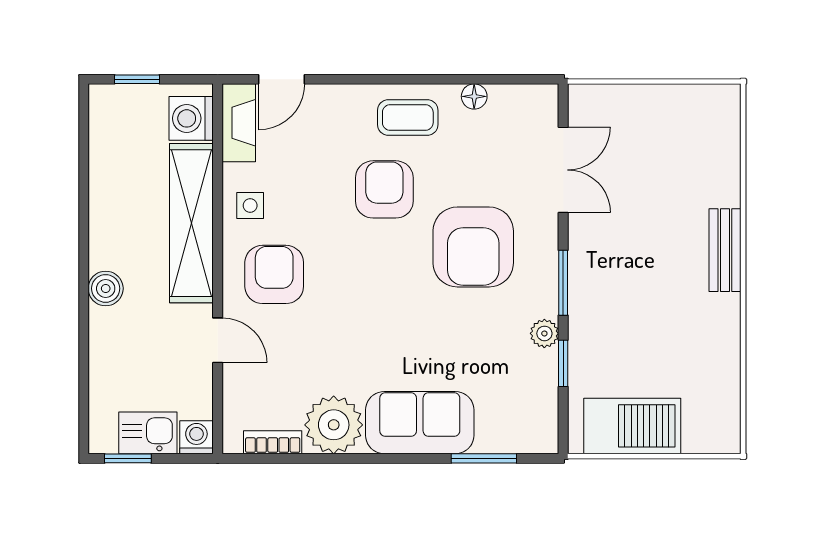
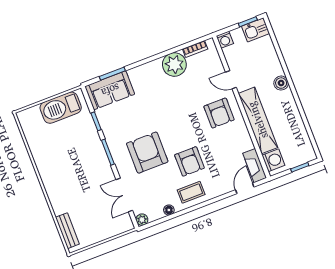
side table: (250, 206) -> (238, 136), removed
bench: (725, 250) -> (67, 231), moved
plant: (544, 333) -> (142, 220), moved
sofa: (420, 423) -> (110, 90), moved
kitchen sink: (148, 433) -> (256, 30), moved

